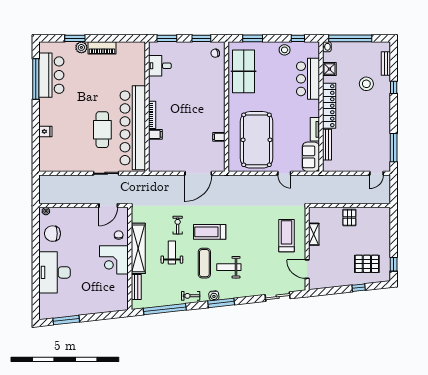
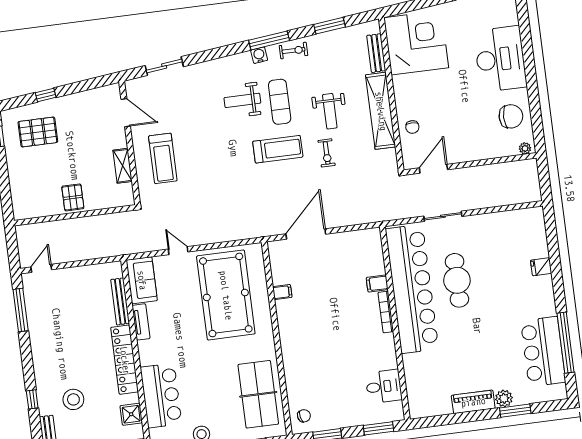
corner desk: (114, 260) -> (416, 43), moved, width x1.36, depth x1.36
weight bench: (229, 267) -> (242, 100), turned 180
window: (221, 303) -> (269, 40), moved
window: (165, 309) -> (329, 26), width x0.47

